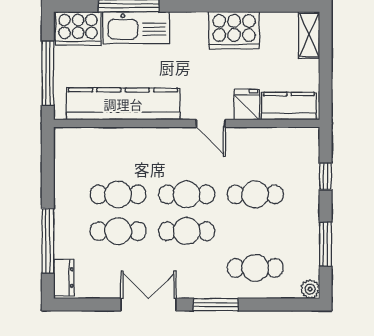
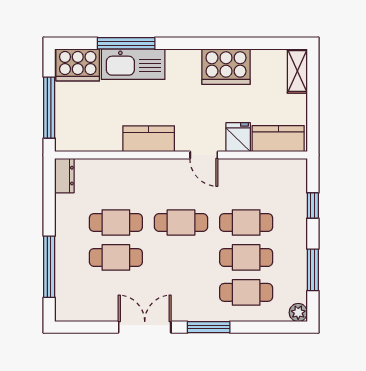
kitchen counter: (123, 104) -> (149, 139), width x0.48, depth x0.86
cafe table: (187, 231) -> (246, 257), moved
dresser: (64, 278) -> (64, 176), moved

